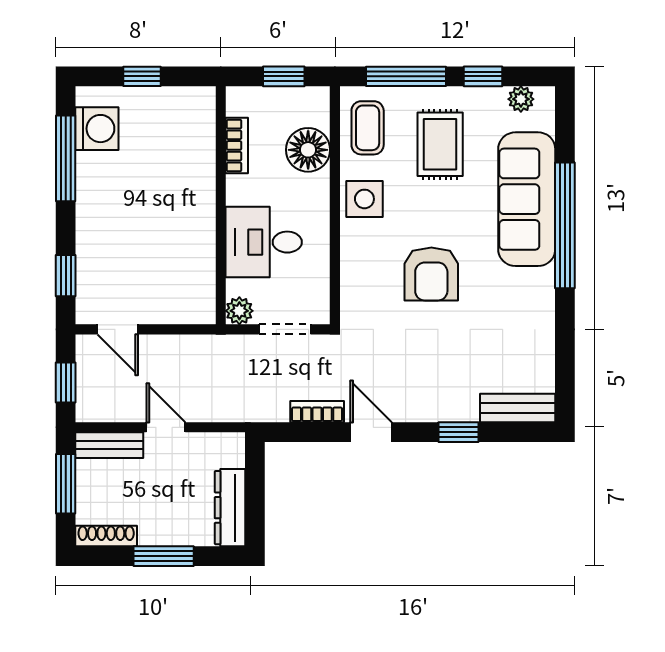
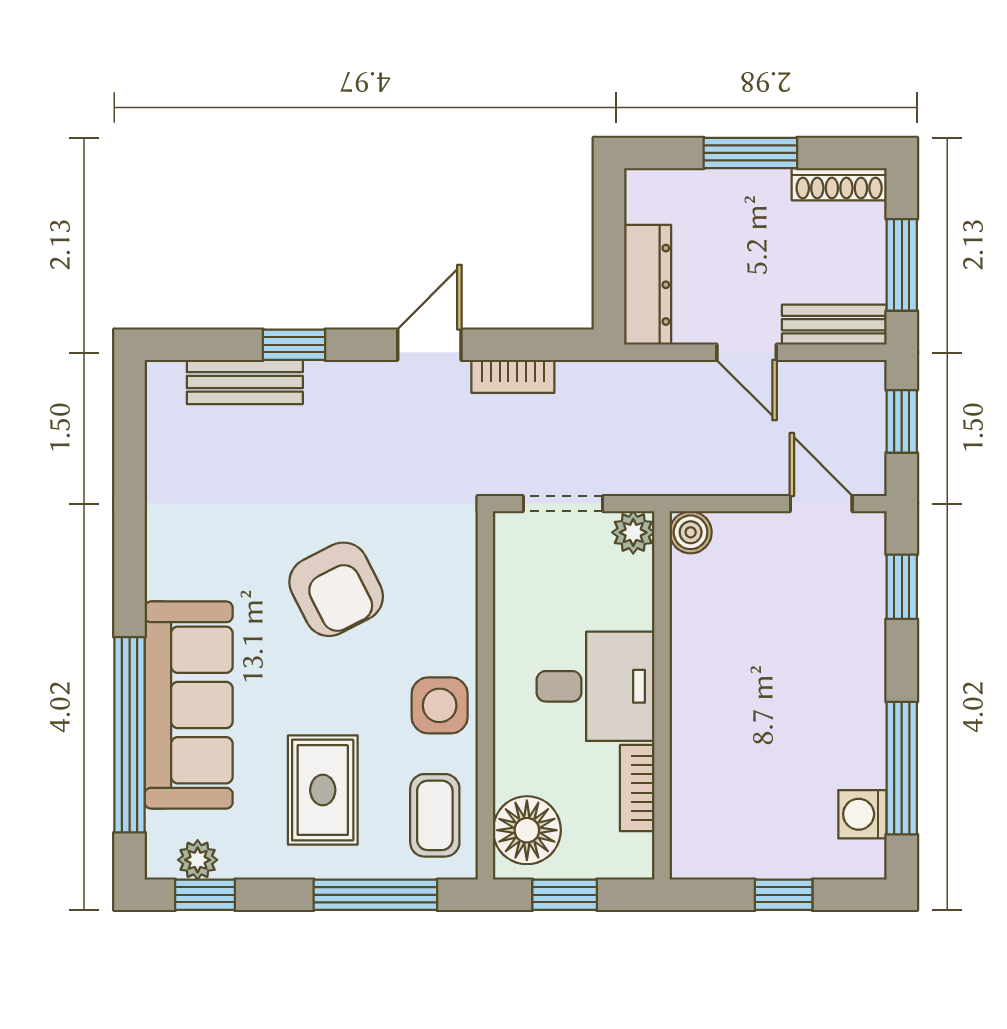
window: (483, 76) -> (205, 895), moved
washing machine: (97, 129) -> (862, 814), width x0.73, depth x0.73
floor lamp: (308, 150) -> (527, 830), moved
window: (565, 225) -> (130, 735), moved
desk: (264, 242) -> (596, 686), moved
armchair: (431, 274) -> (336, 589), turned 153
boiler: (202, 311) -> (691, 532), added
bench: (518, 408) -> (245, 382), moved
door: (371, 432) -> (429, 345), swing flipped
dresser: (230, 508) -> (648, 285), moved

